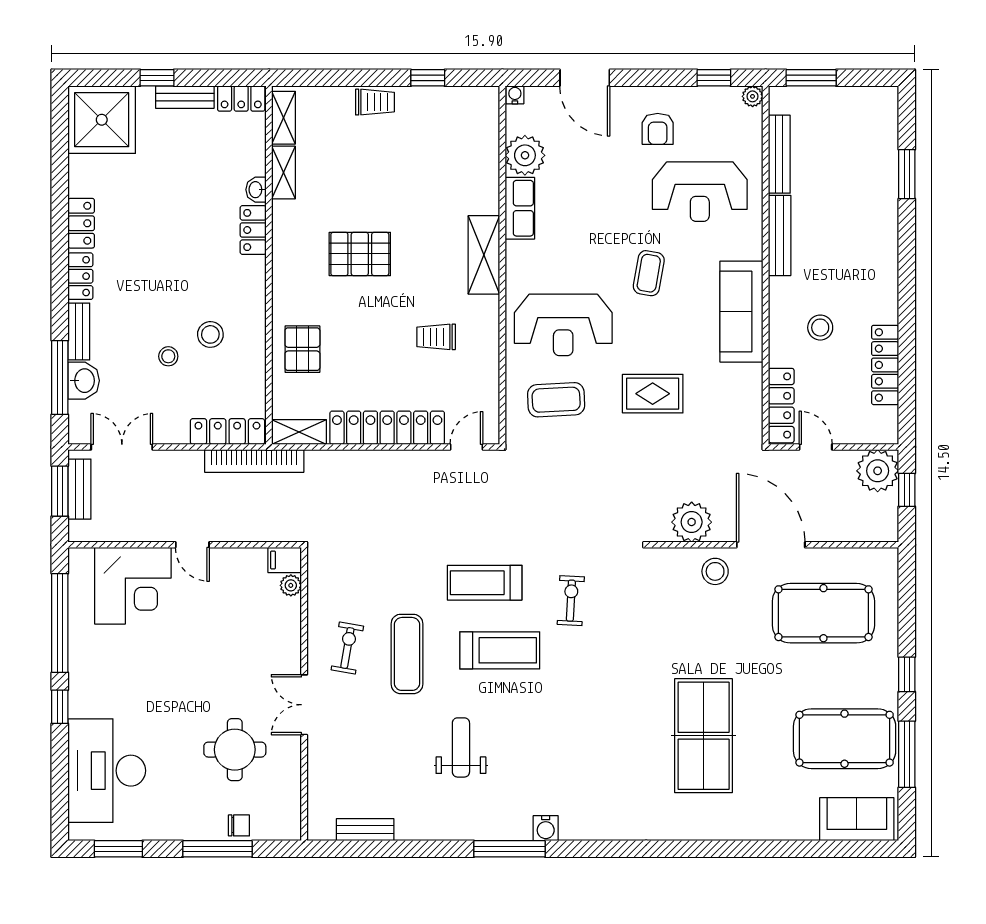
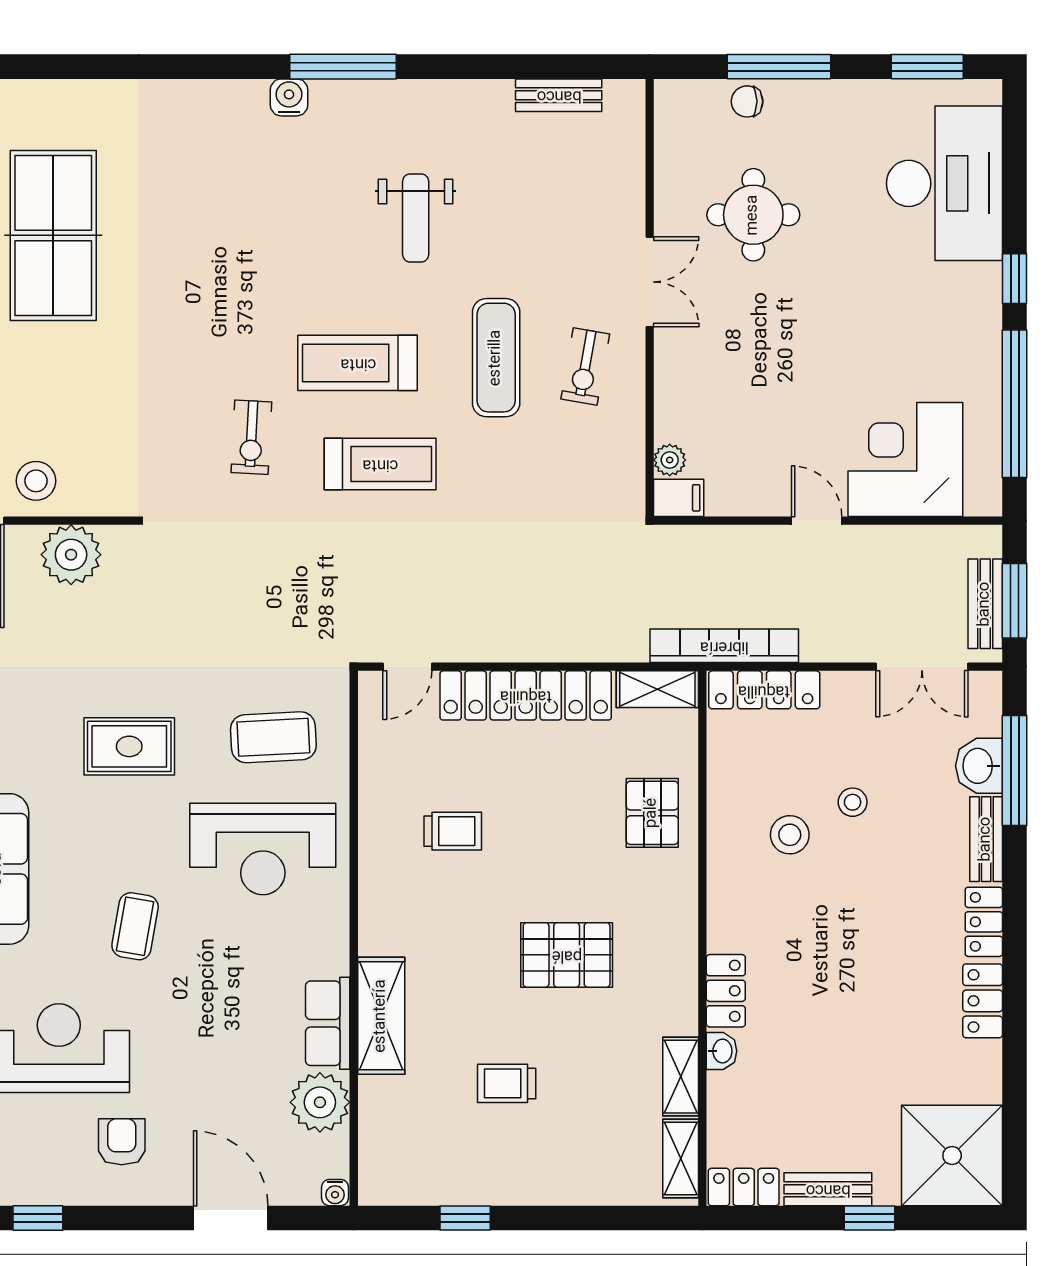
trolley: (375, 102) -> (507, 1083), moved
shelving: (484, 255) -> (381, 1016), moved
reception desk: (563, 325) -> (263, 849), turned 180

